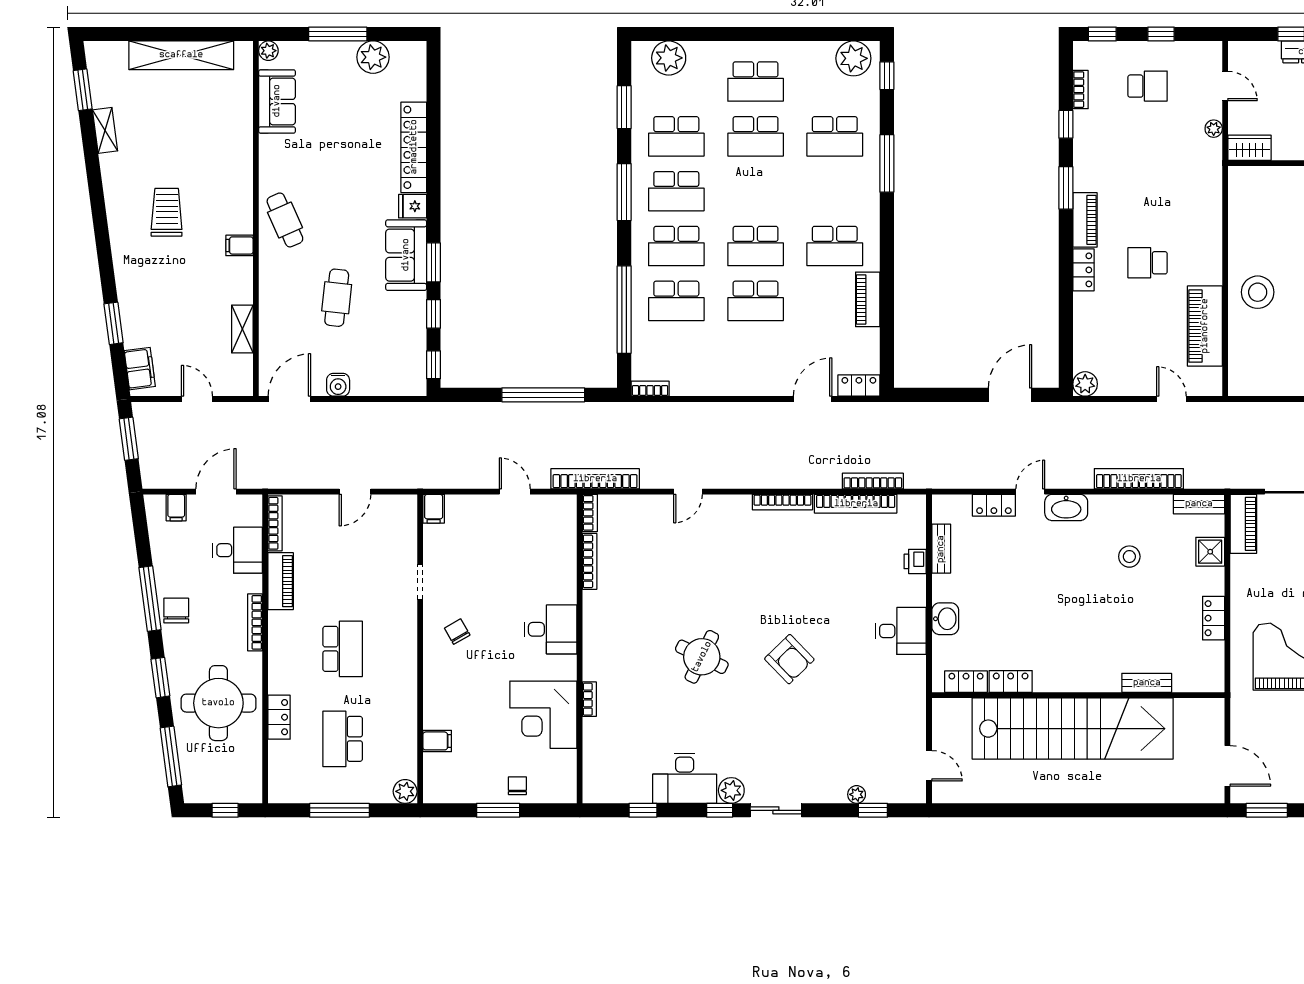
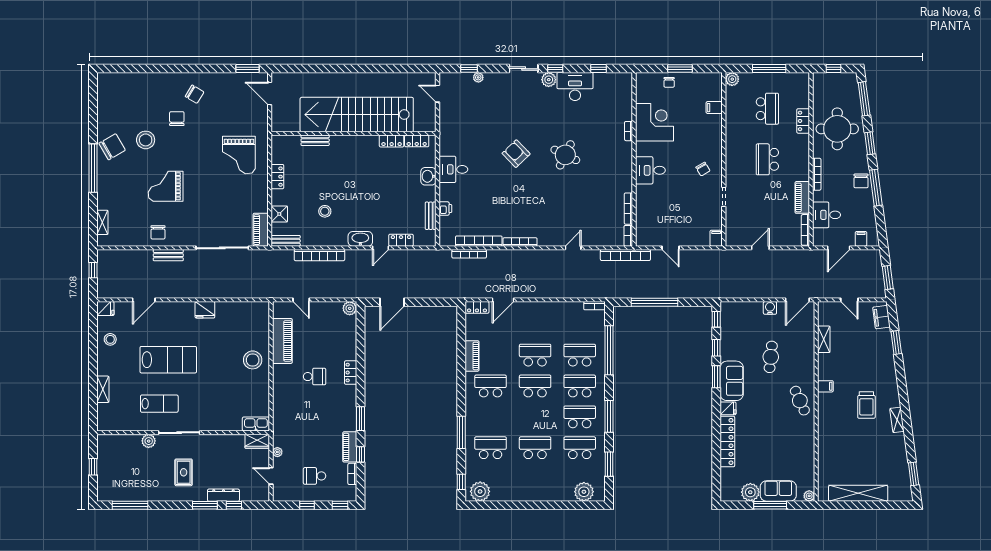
school desk: (756, 82) -> (535, 479), removed
sofa: (277, 101) -> (778, 491), moved, turned 90
shelving: (105, 130) -> (897, 420), moved
kitchen sink: (1252, 178) -> (256, 424), added
piano: (1085, 220) -> (350, 447), moved

